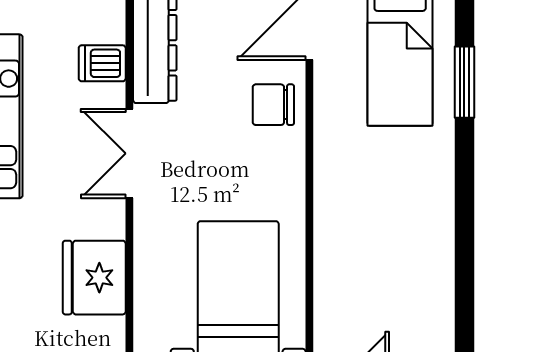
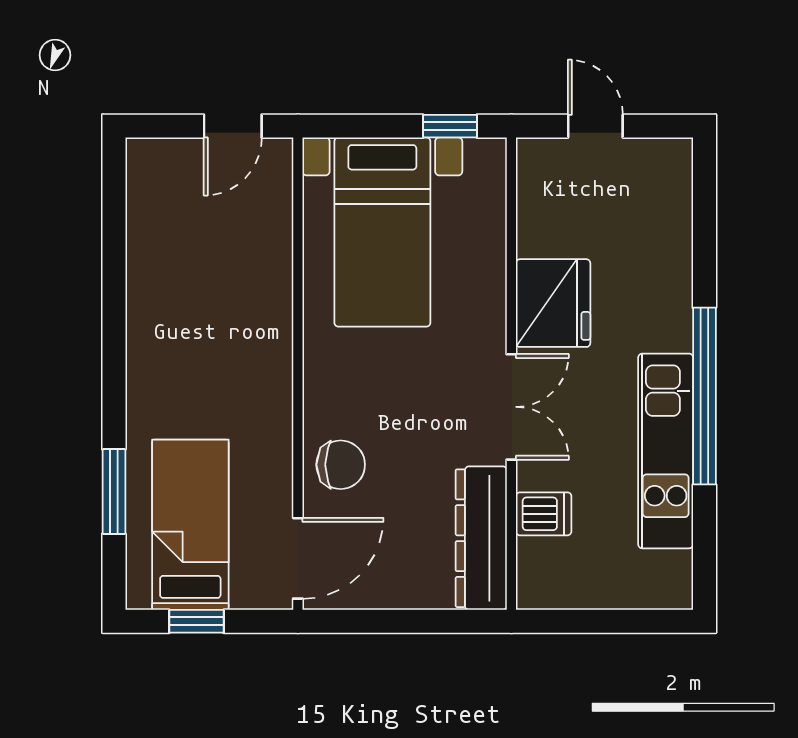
fridge: (94, 278) -> (553, 303), moved

